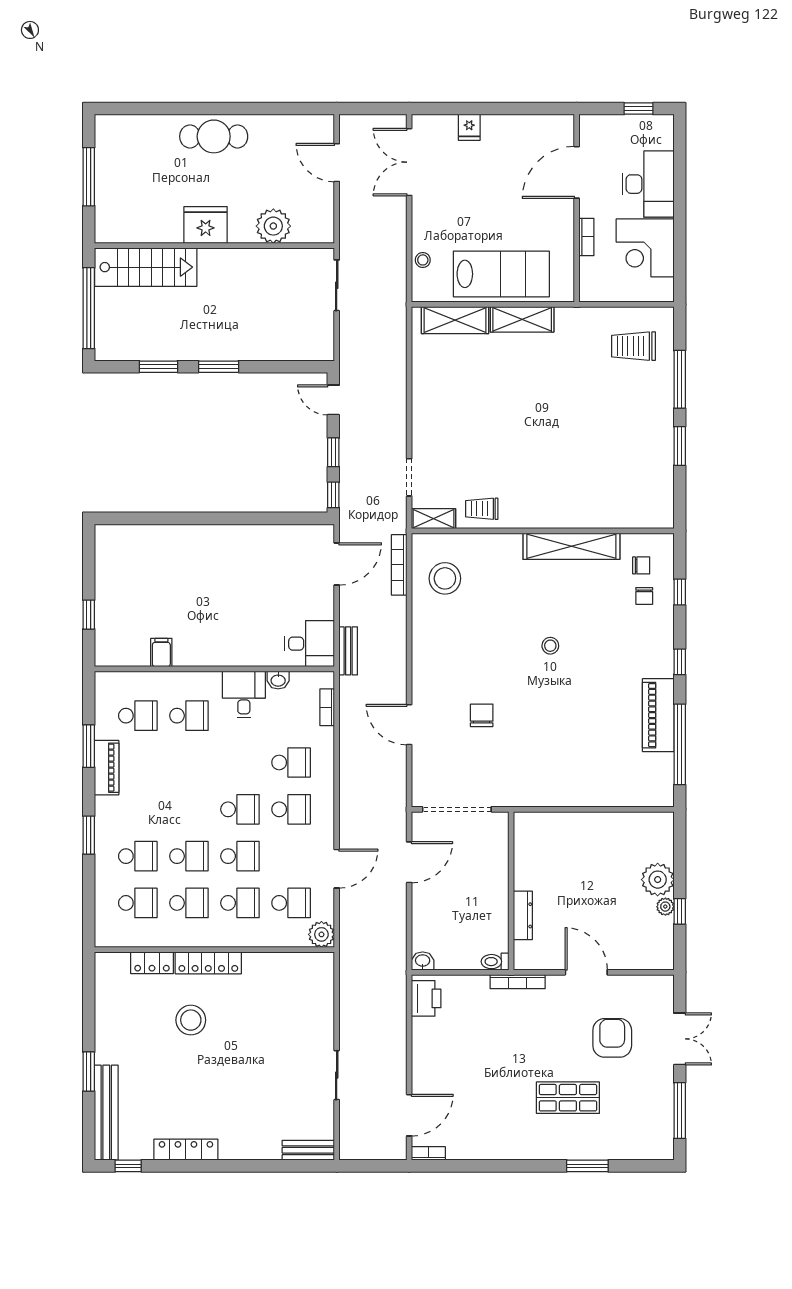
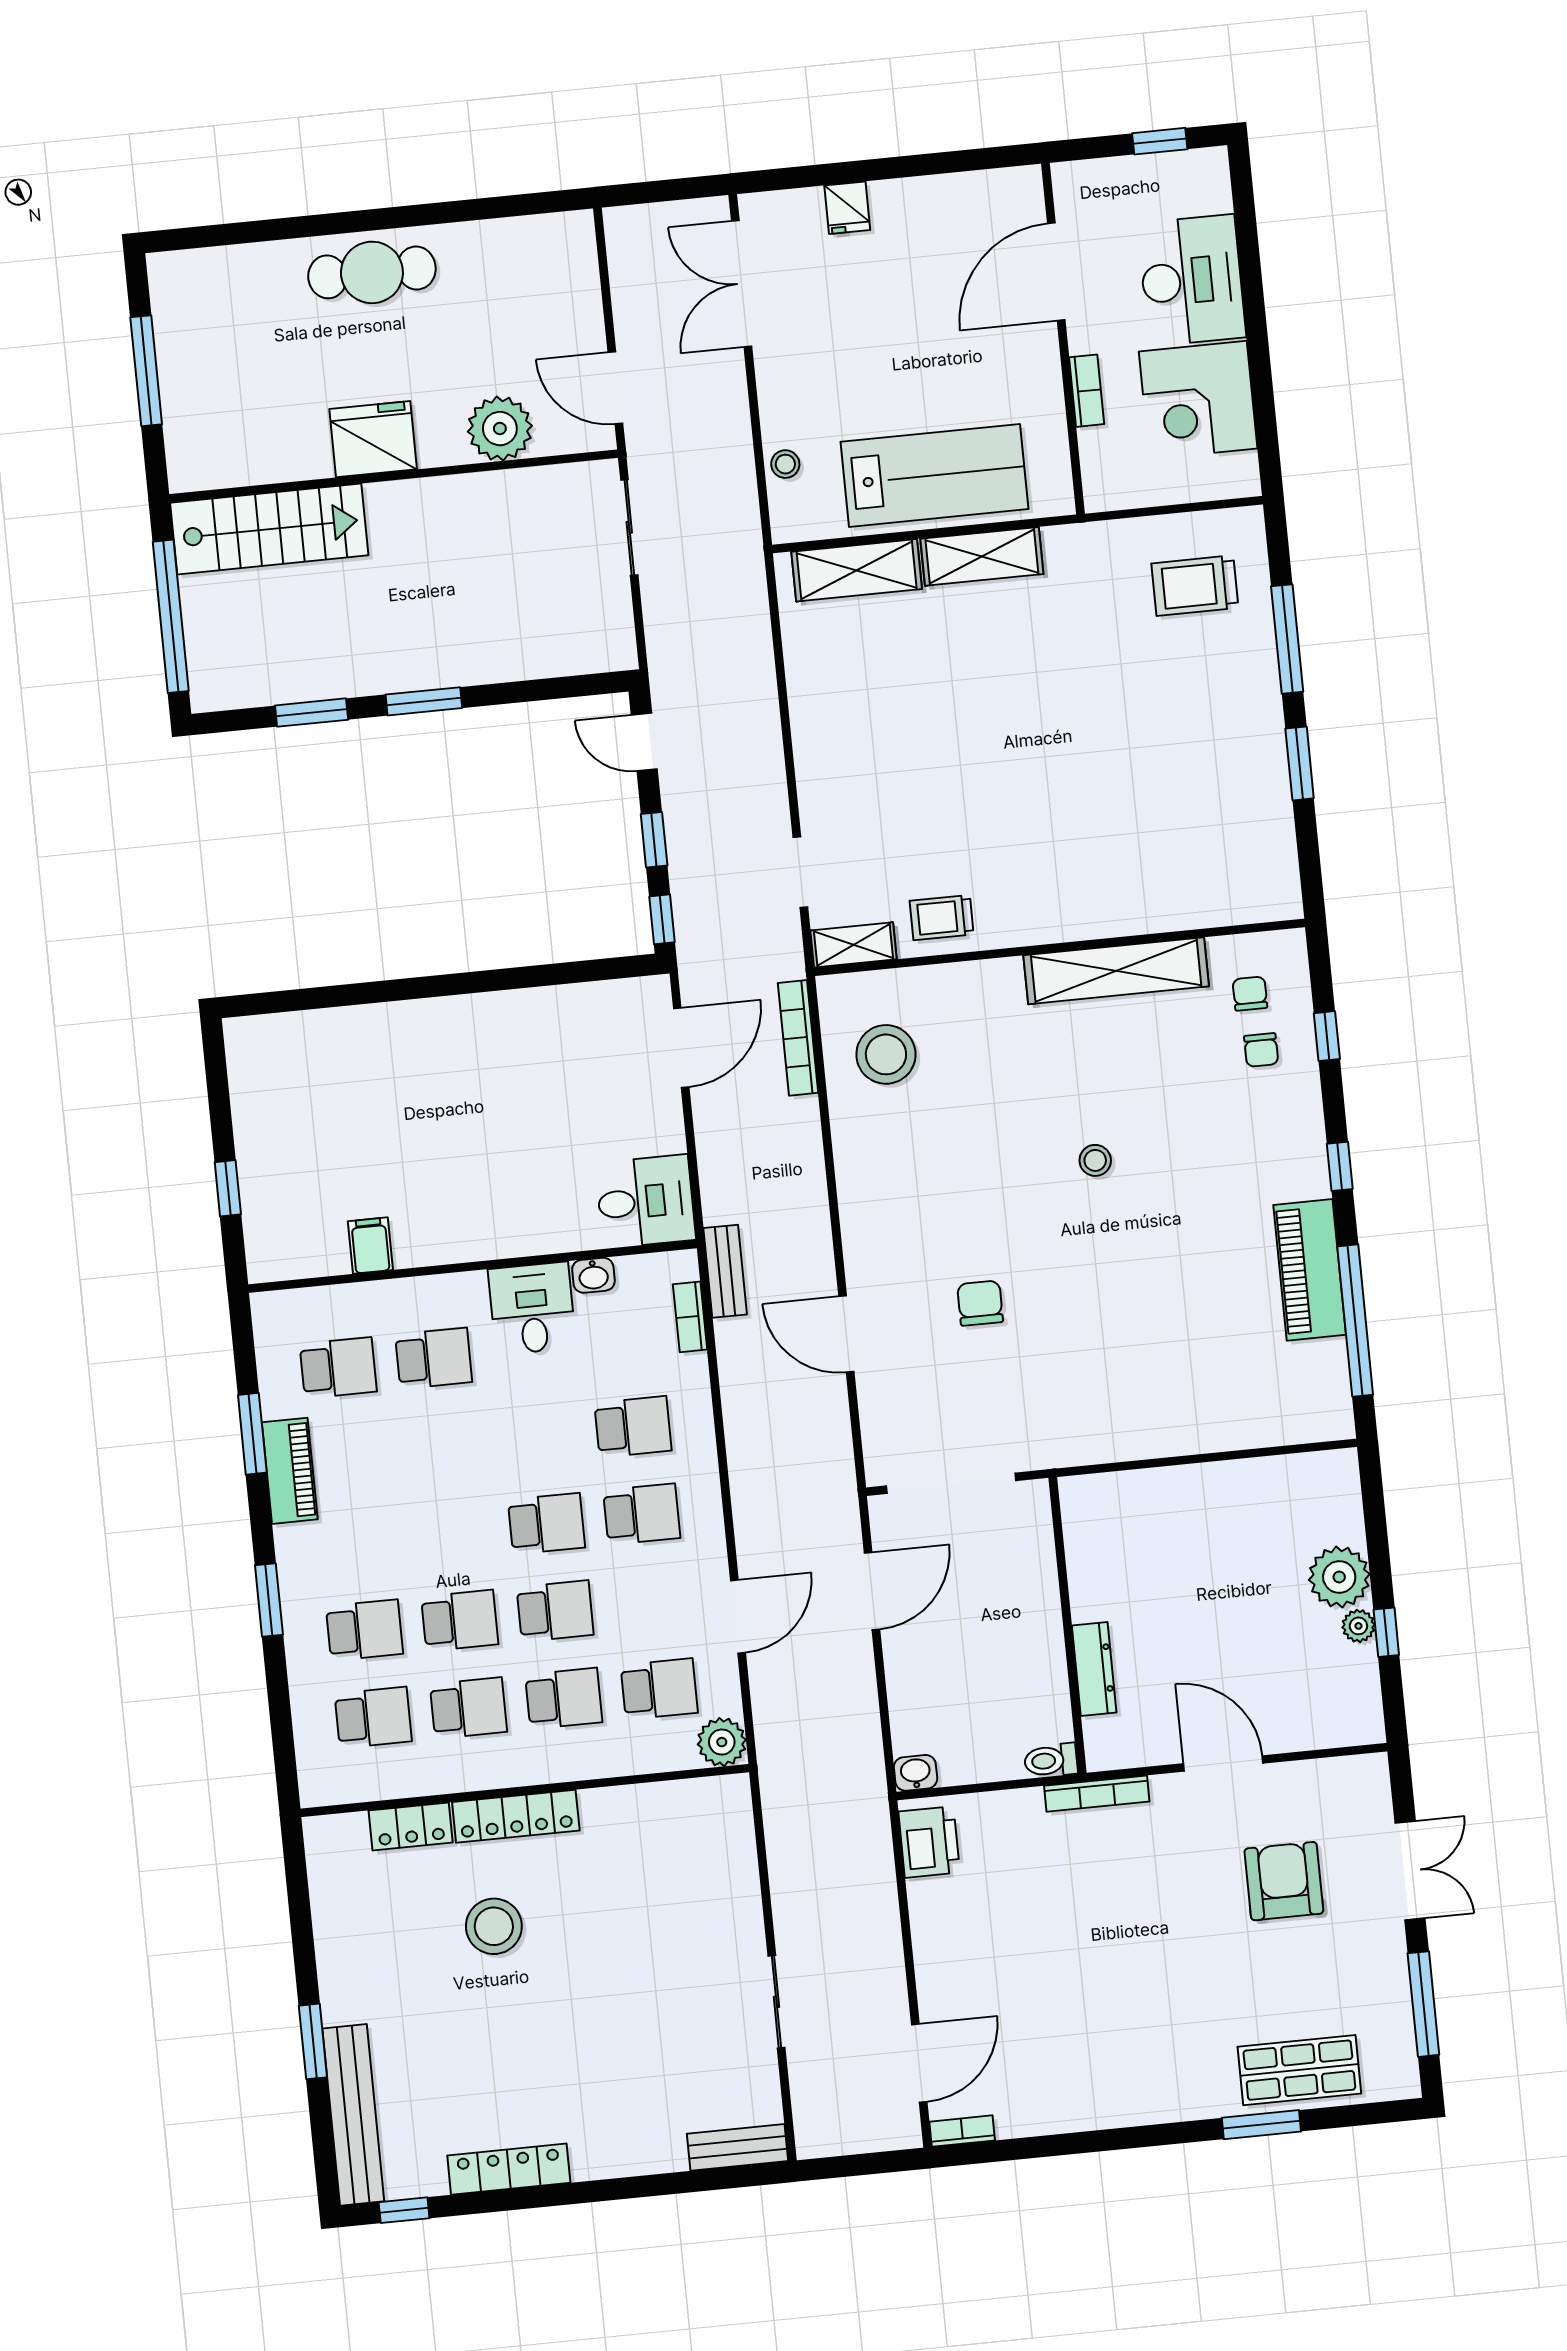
door: (337, 163) -> (615, 388), moved
chair: (641, 565) -> (1250, 994), turned -90
bench: (348, 651) -> (725, 1271), moved
shop shelf: (568, 1098) -> (1299, 2070), moved

